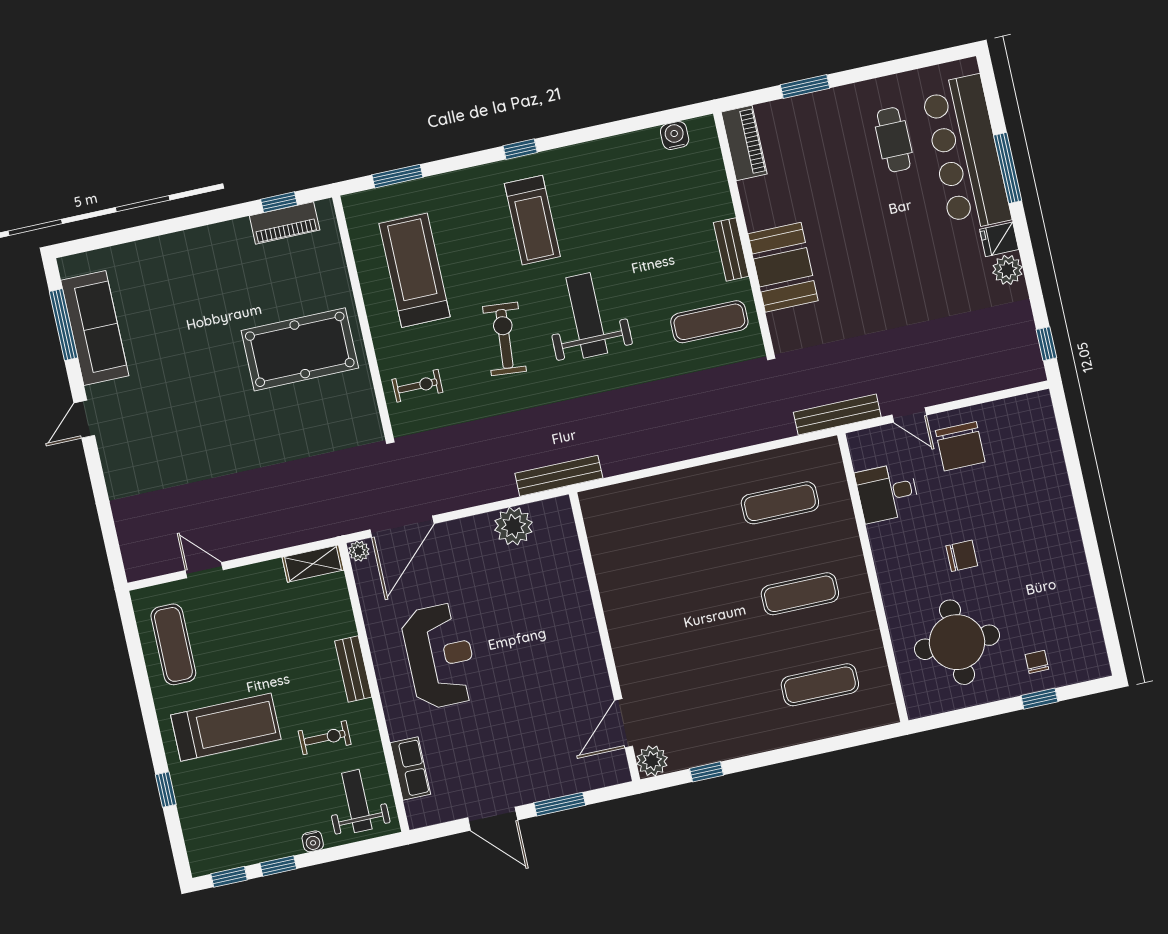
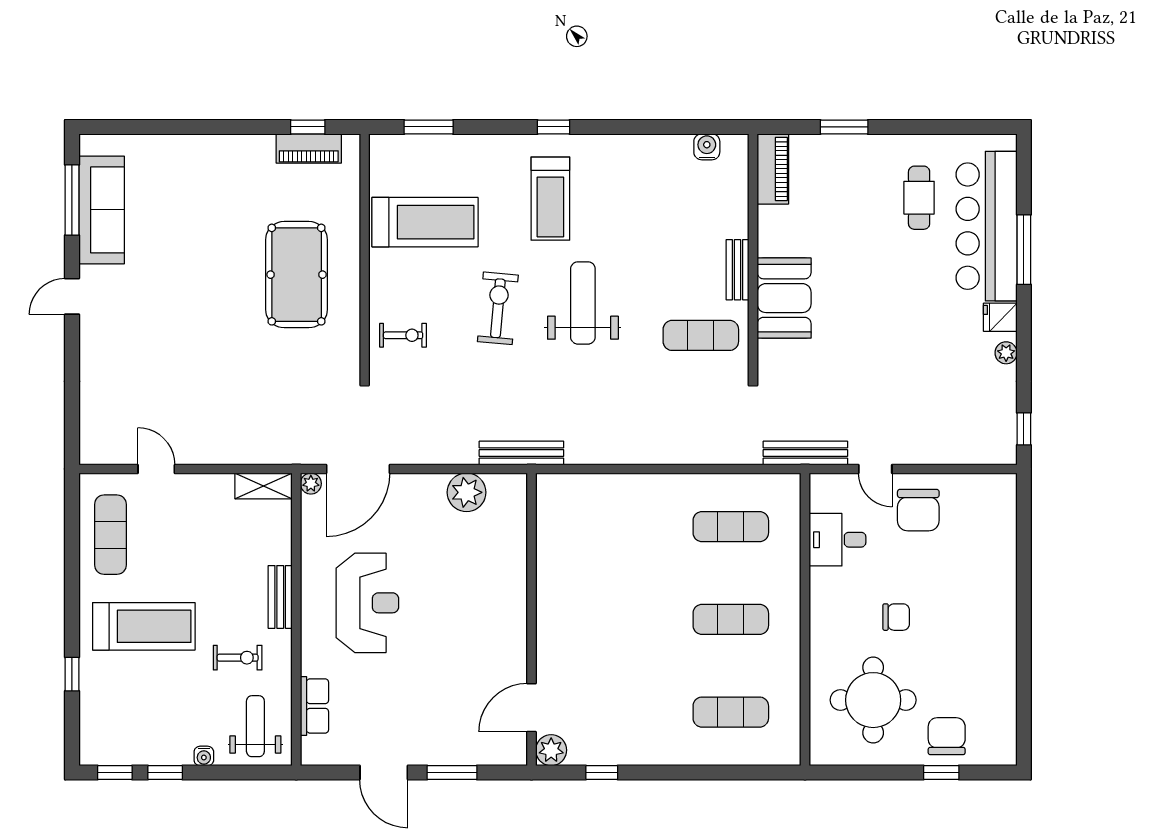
treadmill: (415, 270) -> (425, 222), turned 90
plant: (1007, 270) -> (1006, 353), width x0.73, depth x0.73
pool table: (300, 349) -> (297, 275), turned 90
chair: (1037, 662) -> (947, 736), width x1.87, depth x1.87

